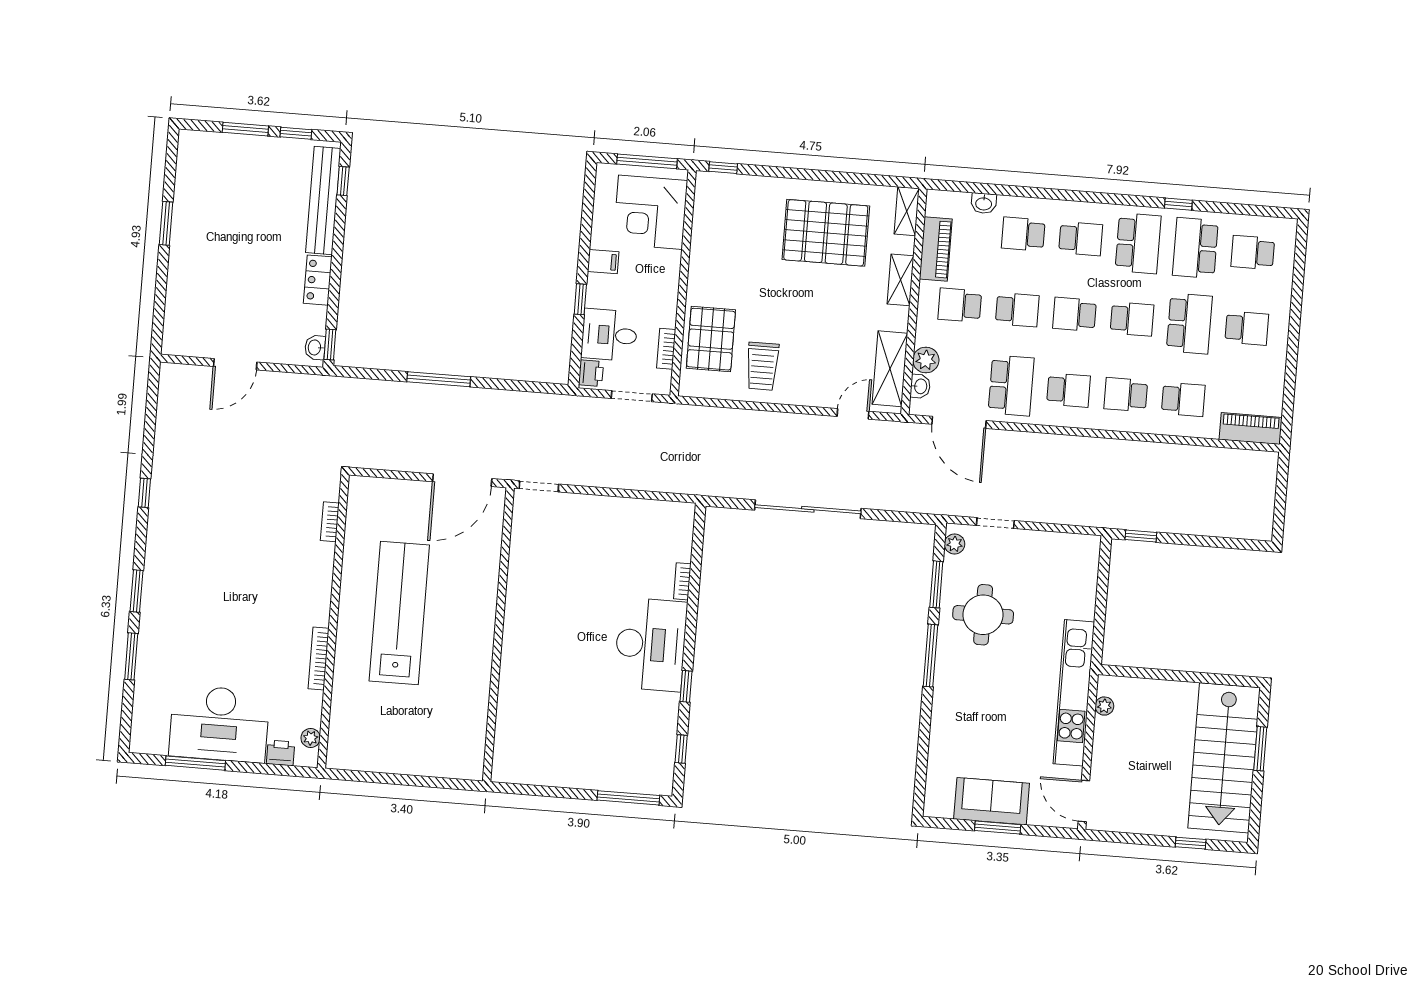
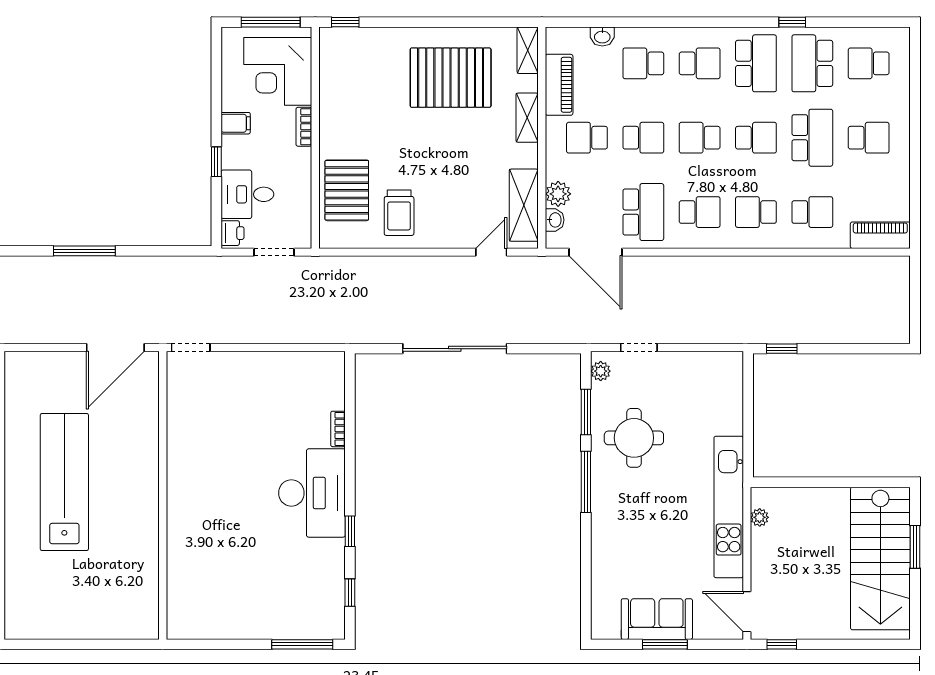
bookcase: (666, 349) -> (304, 127), moved
window: (1191, 843) -> (782, 644), moved

